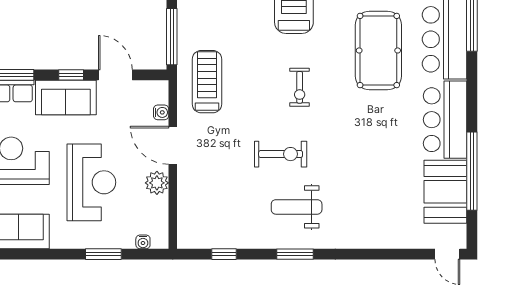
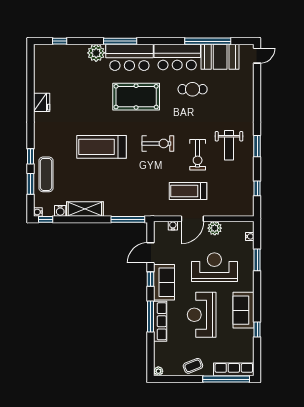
treadmill: (207, 82) -> (188, 191), moved
exercise bike: (300, 87) -> (158, 143), width x1.38, depth x1.39
cafe table: (391, 145) -> (193, 89), added
exercise bike: (281, 154) -> (198, 155), turned 180

